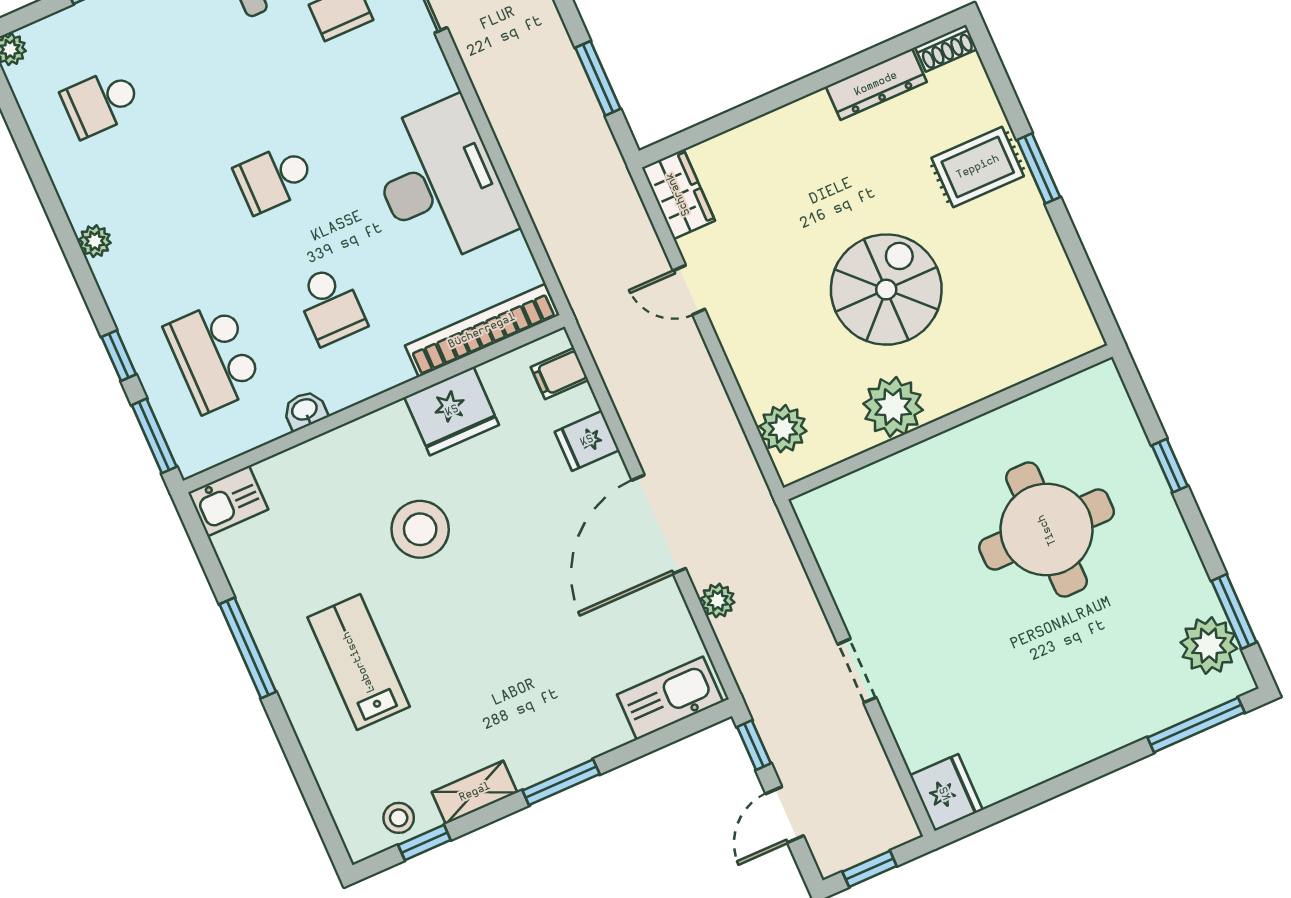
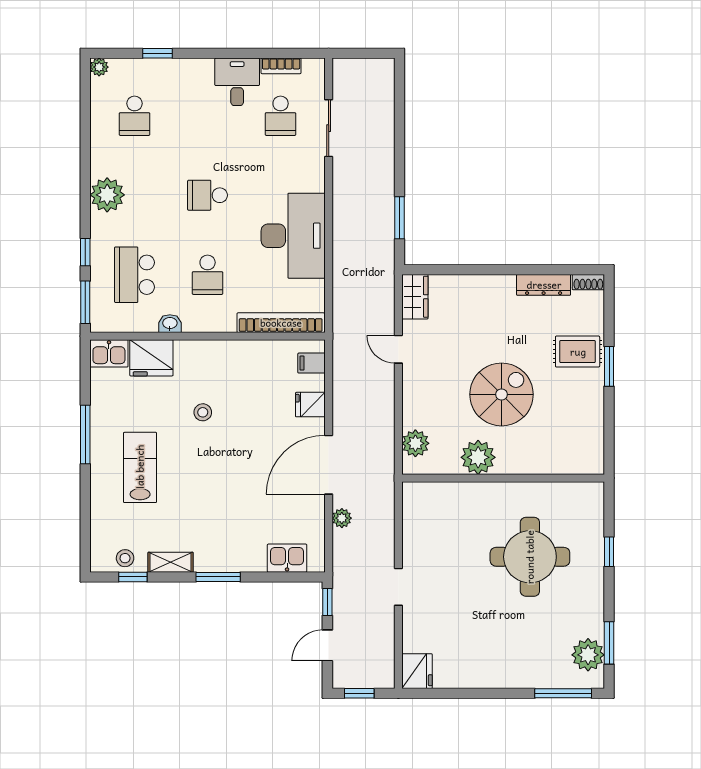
school desk: (101, 102) -> (134, 116), turned -90
plant: (95, 241) -> (107, 195), width x1.87, depth x1.87
fridge: (452, 411) -> (151, 358), moved
stool: (420, 529) -> (203, 412), width x0.53, depth x0.53
kitchen sink: (670, 698) -> (287, 558), width x0.73

